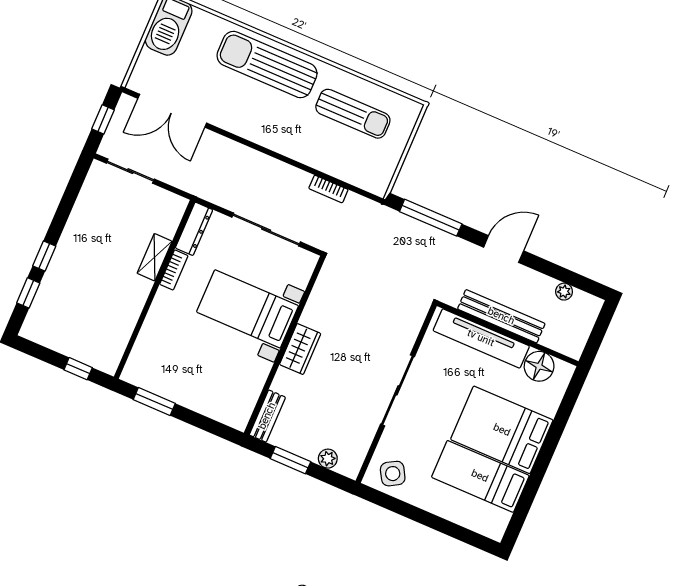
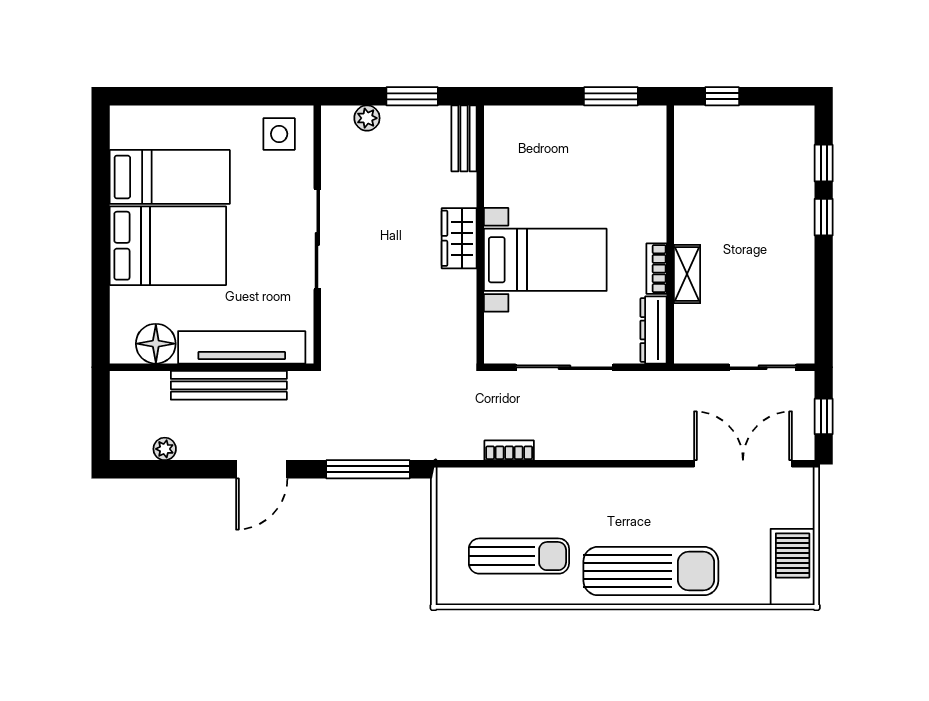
sun lounger: (353, 114) -> (519, 556), turned 180
side table: (393, 474) -> (279, 134), turned 30

